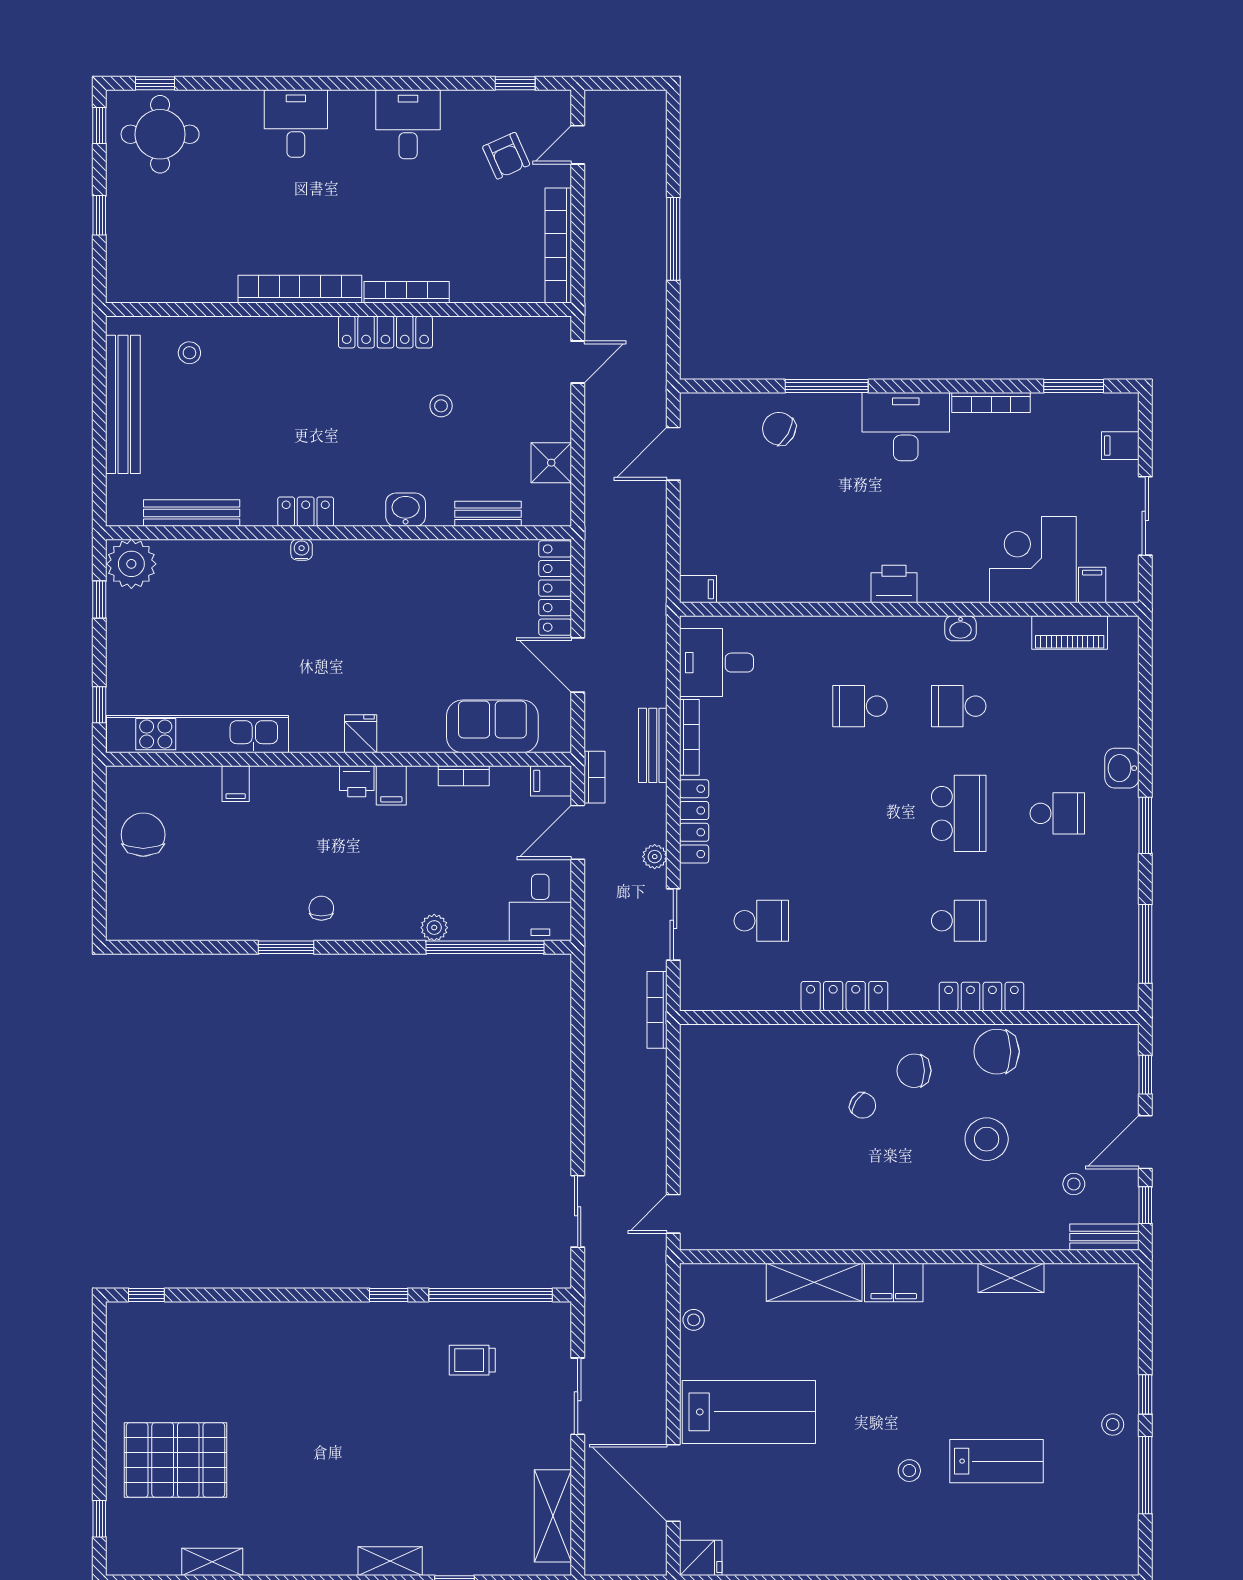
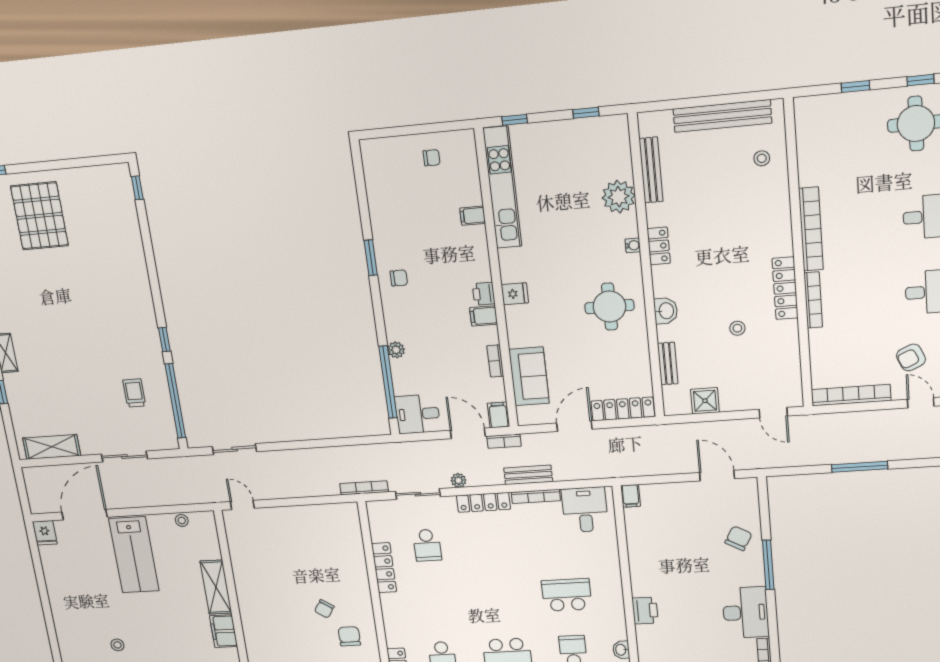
plant: (131, 564) -> (619, 197), moved
round table: (392, 593) -> (609, 307), added
school desk: (860, 706) -> (567, 595), width x1.85
chair: (143, 835) -> (432, 158), width x0.54, depth x0.54
locker: (844, 996) -> (384, 568), moved

